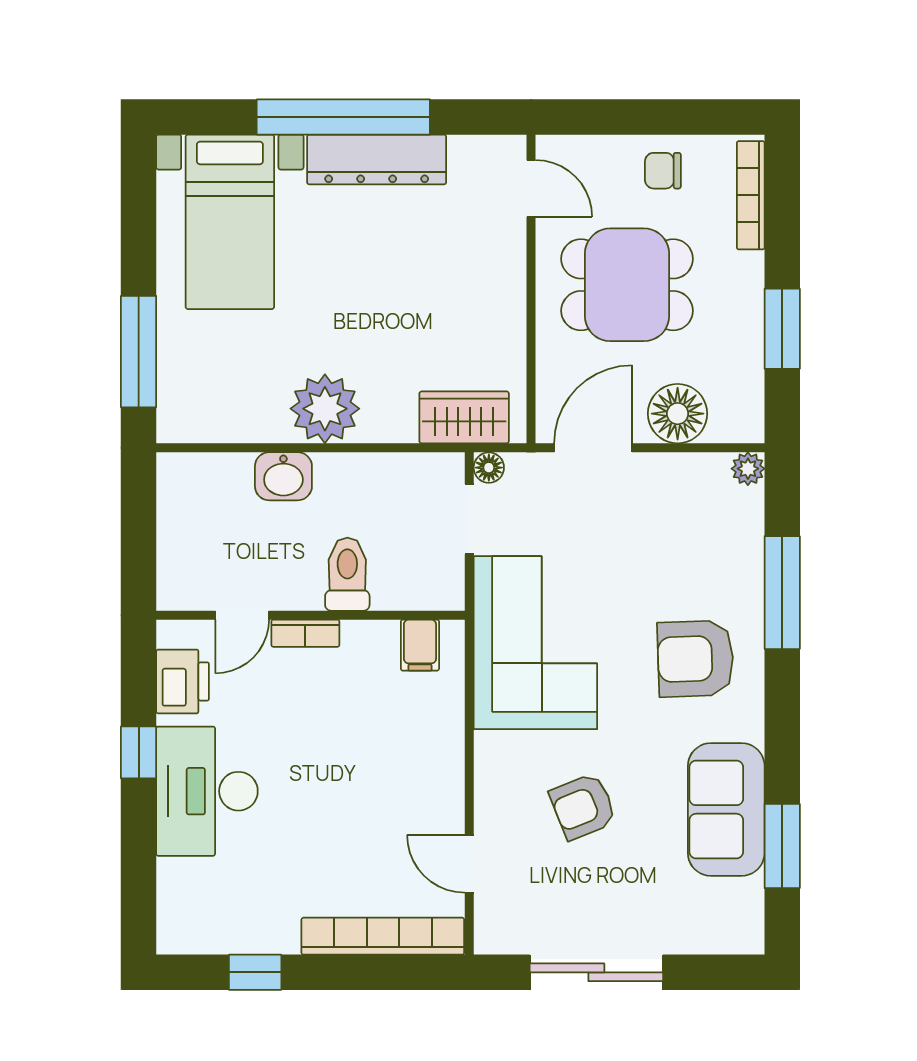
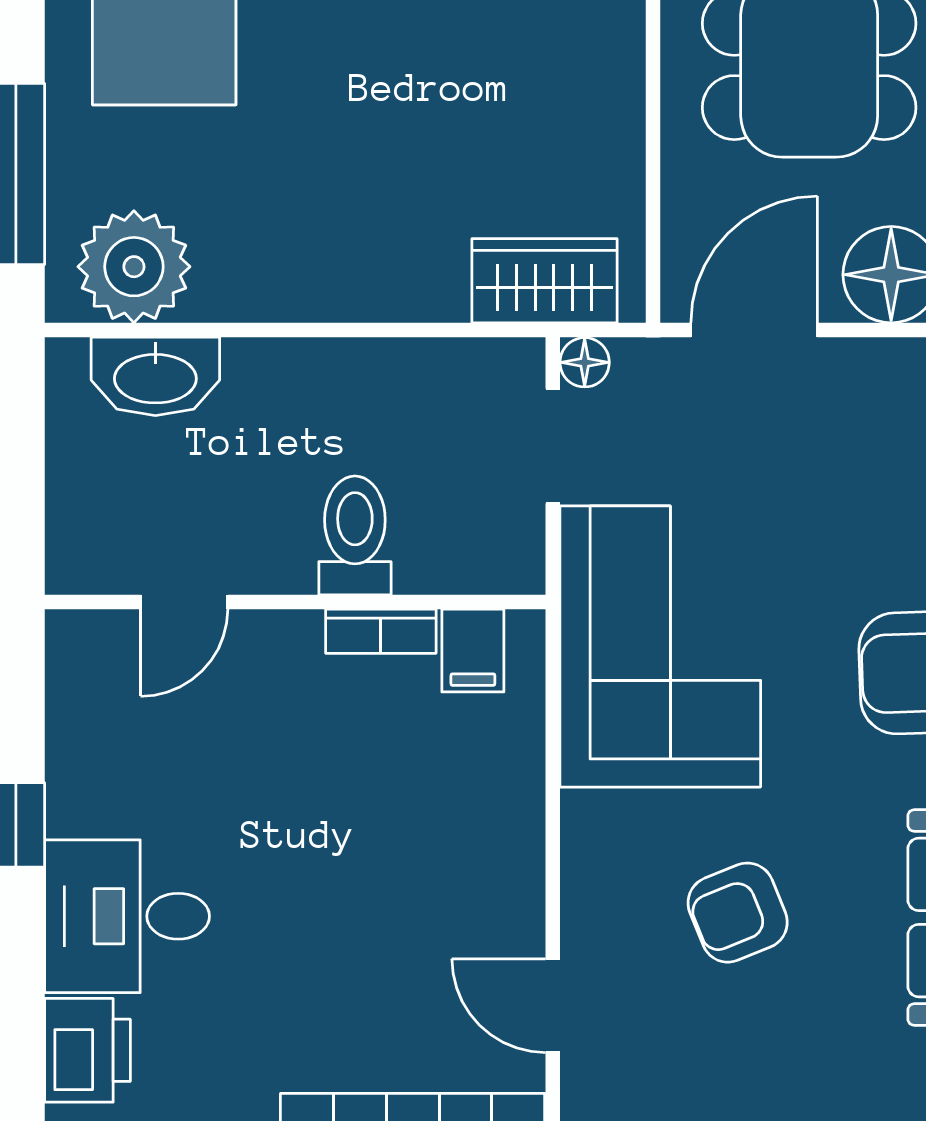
plant: (325, 409) -> (134, 267), moved
washbasin: (283, 476) -> (155, 376), moved, width x1.38
bookcase: (305, 633) -> (381, 631), moved
printer: (183, 681) -> (87, 1050), moved
desk: (207, 791) -> (127, 916), width x0.73

